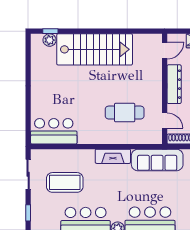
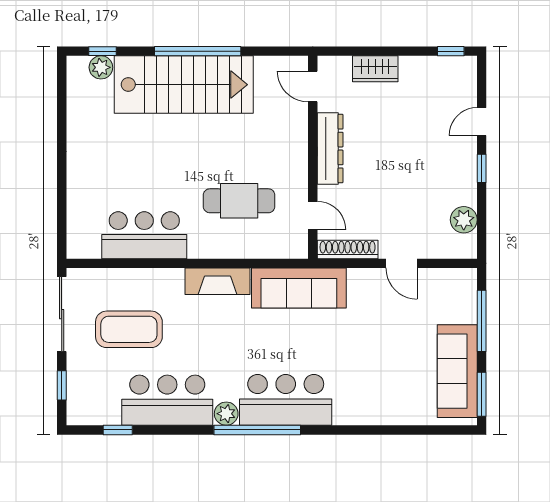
window: (102, 31) -> (198, 51), added
door: (165, 50) -> (313, 87), swing flipped
bar counter: (54, 131) -> (144, 235), moved
sliding door: (28, 174) -> (62, 314), width x1.37

